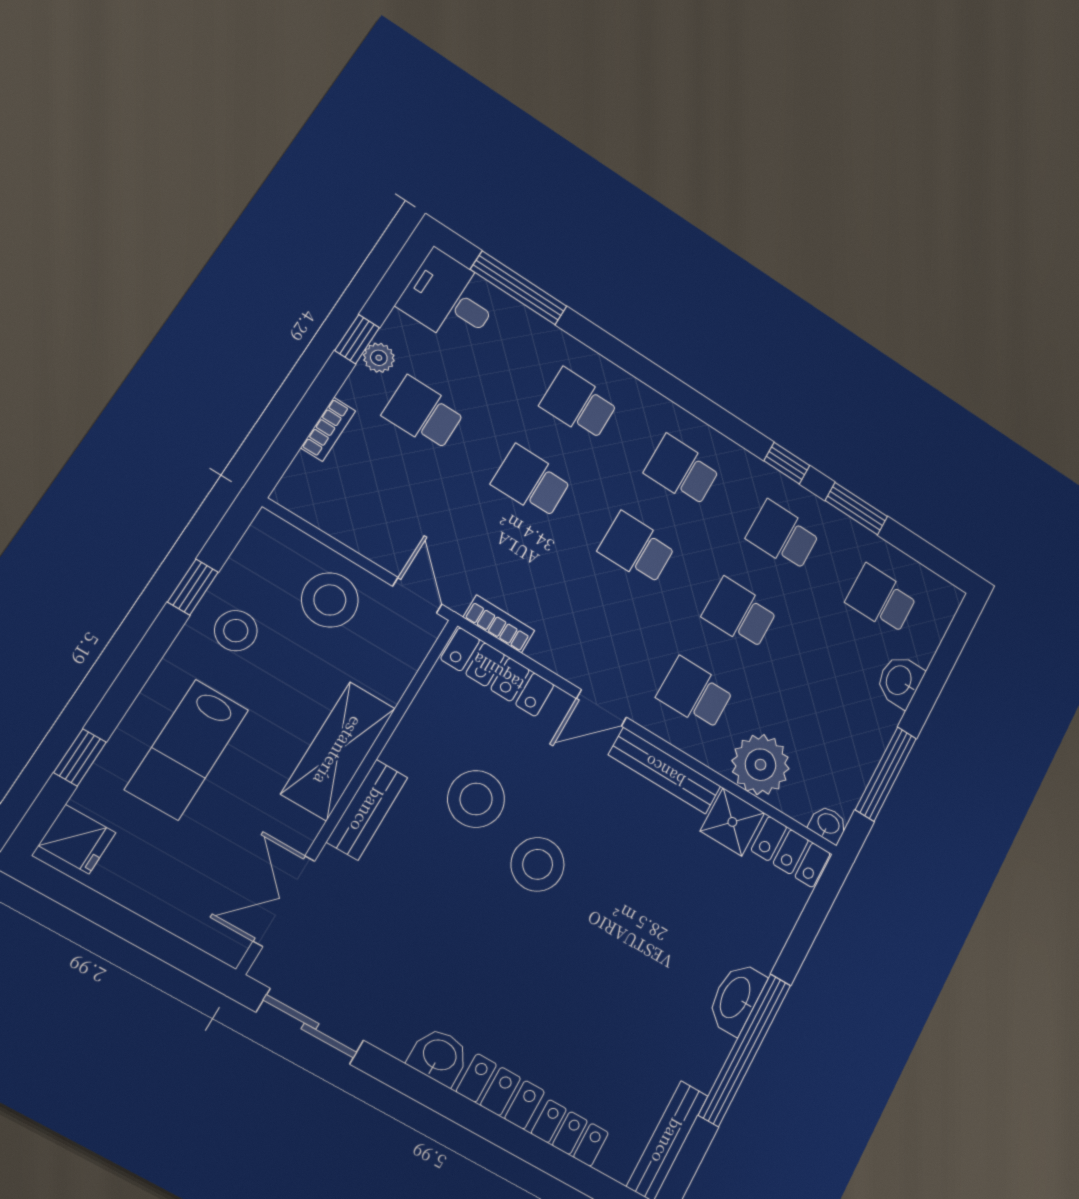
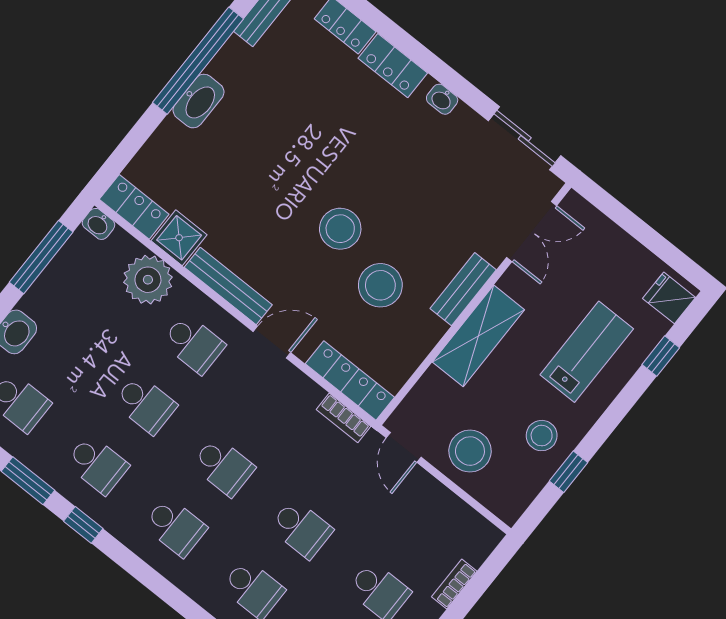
washbasin: (439, 1056) -> (442, 99), width x0.72, depth x0.69

